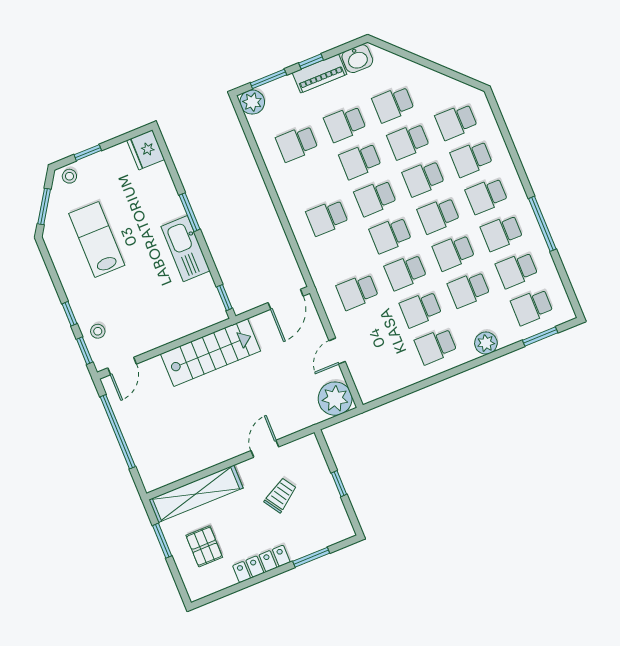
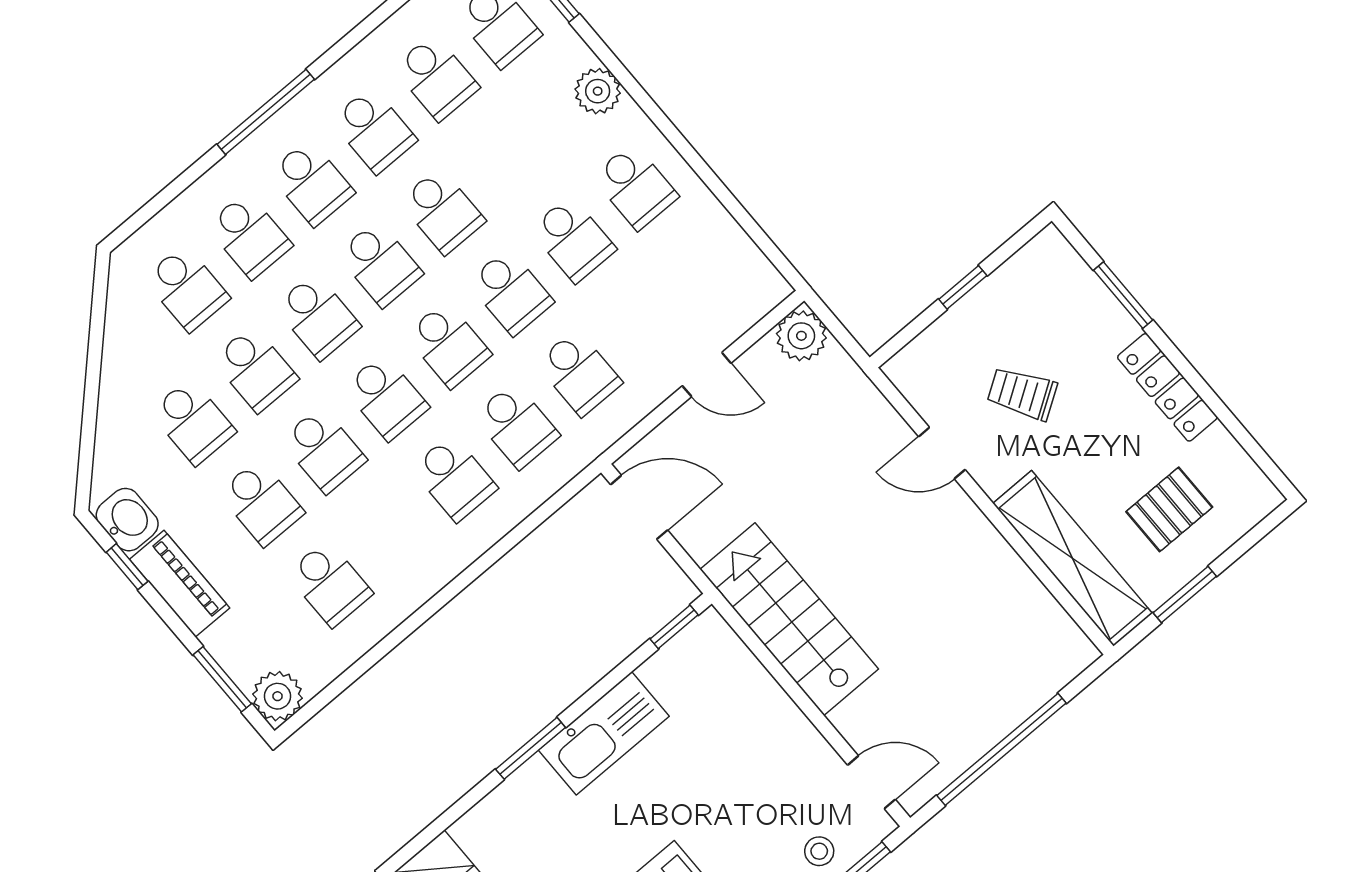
window: (311, 61) -> (127, 567), moved
window: (542, 224) -> (266, 112), moved
school desk: (469, 289) -> (517, 426), moved
plant: (335, 399) -> (801, 336), width x0.73, depth x0.73

